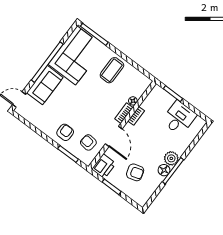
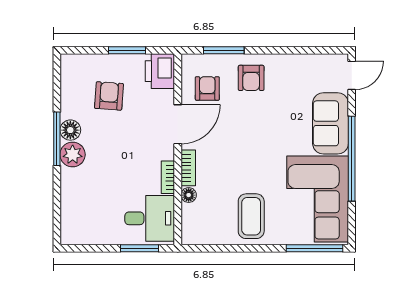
desk: (179, 118) -> (150, 218), moved, turned -90
door: (114, 136) -> (178, 124), swing flipped
armchair: (88, 142) -> (207, 88), turned -97
armchair: (135, 172) -> (109, 96), turned 111

